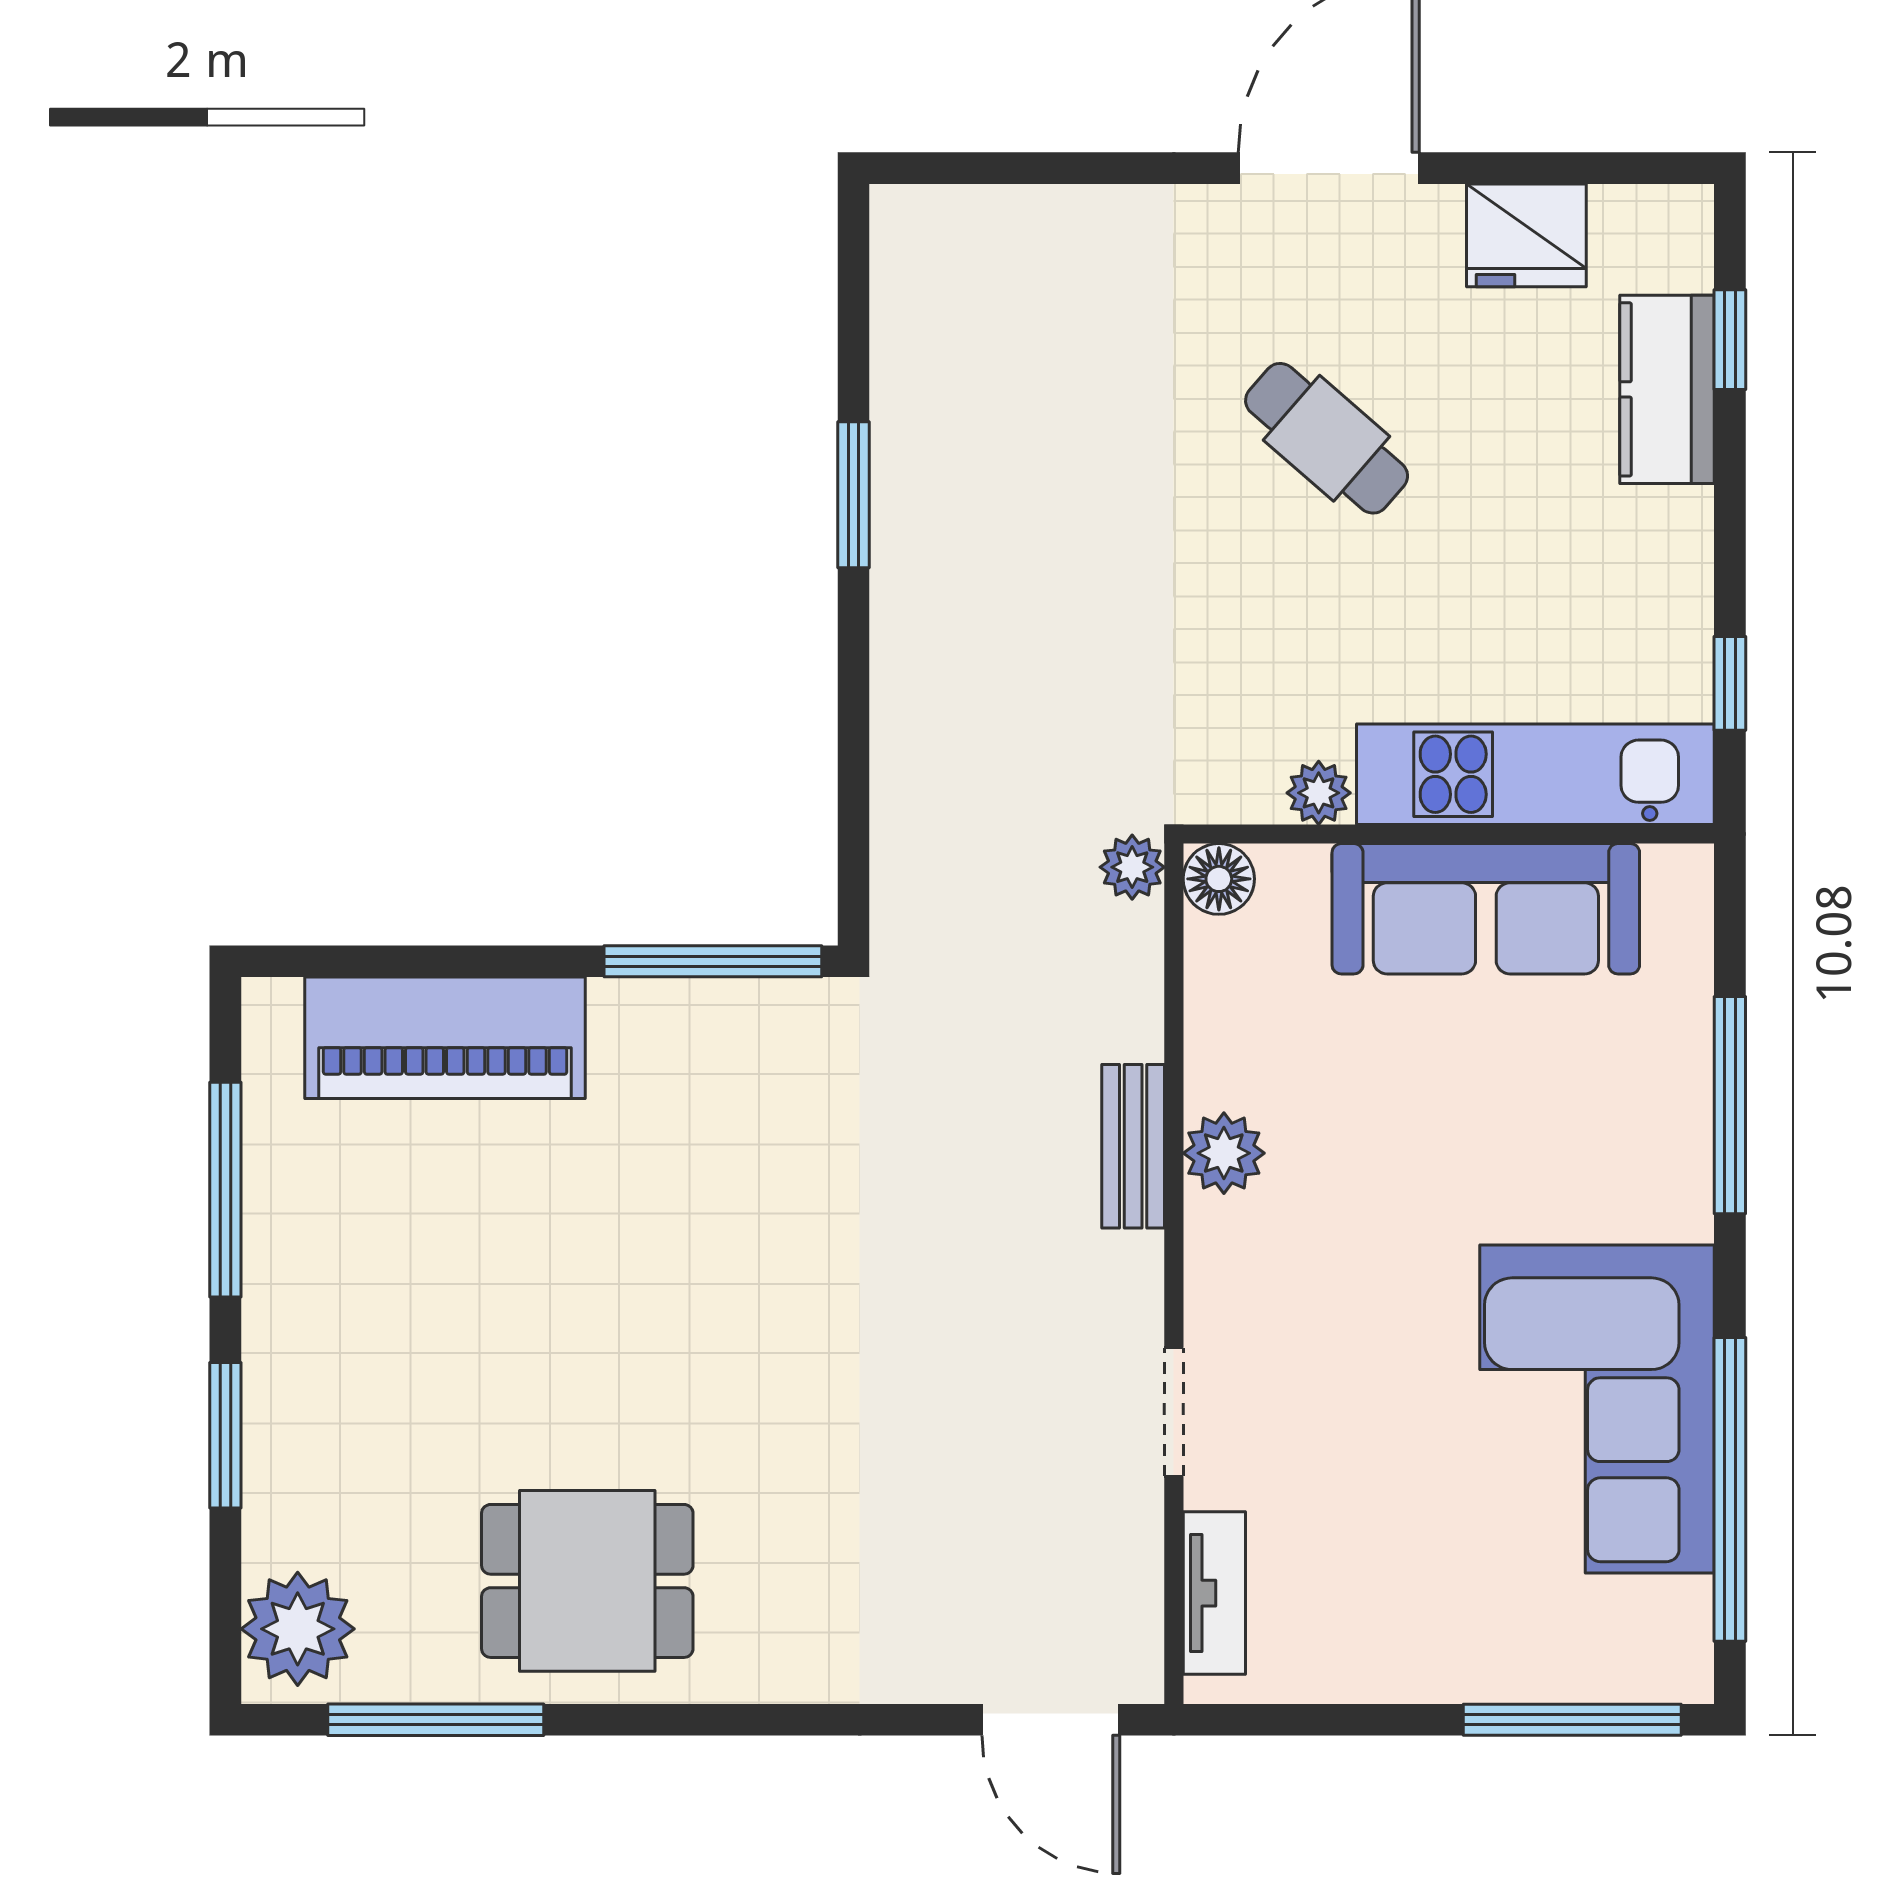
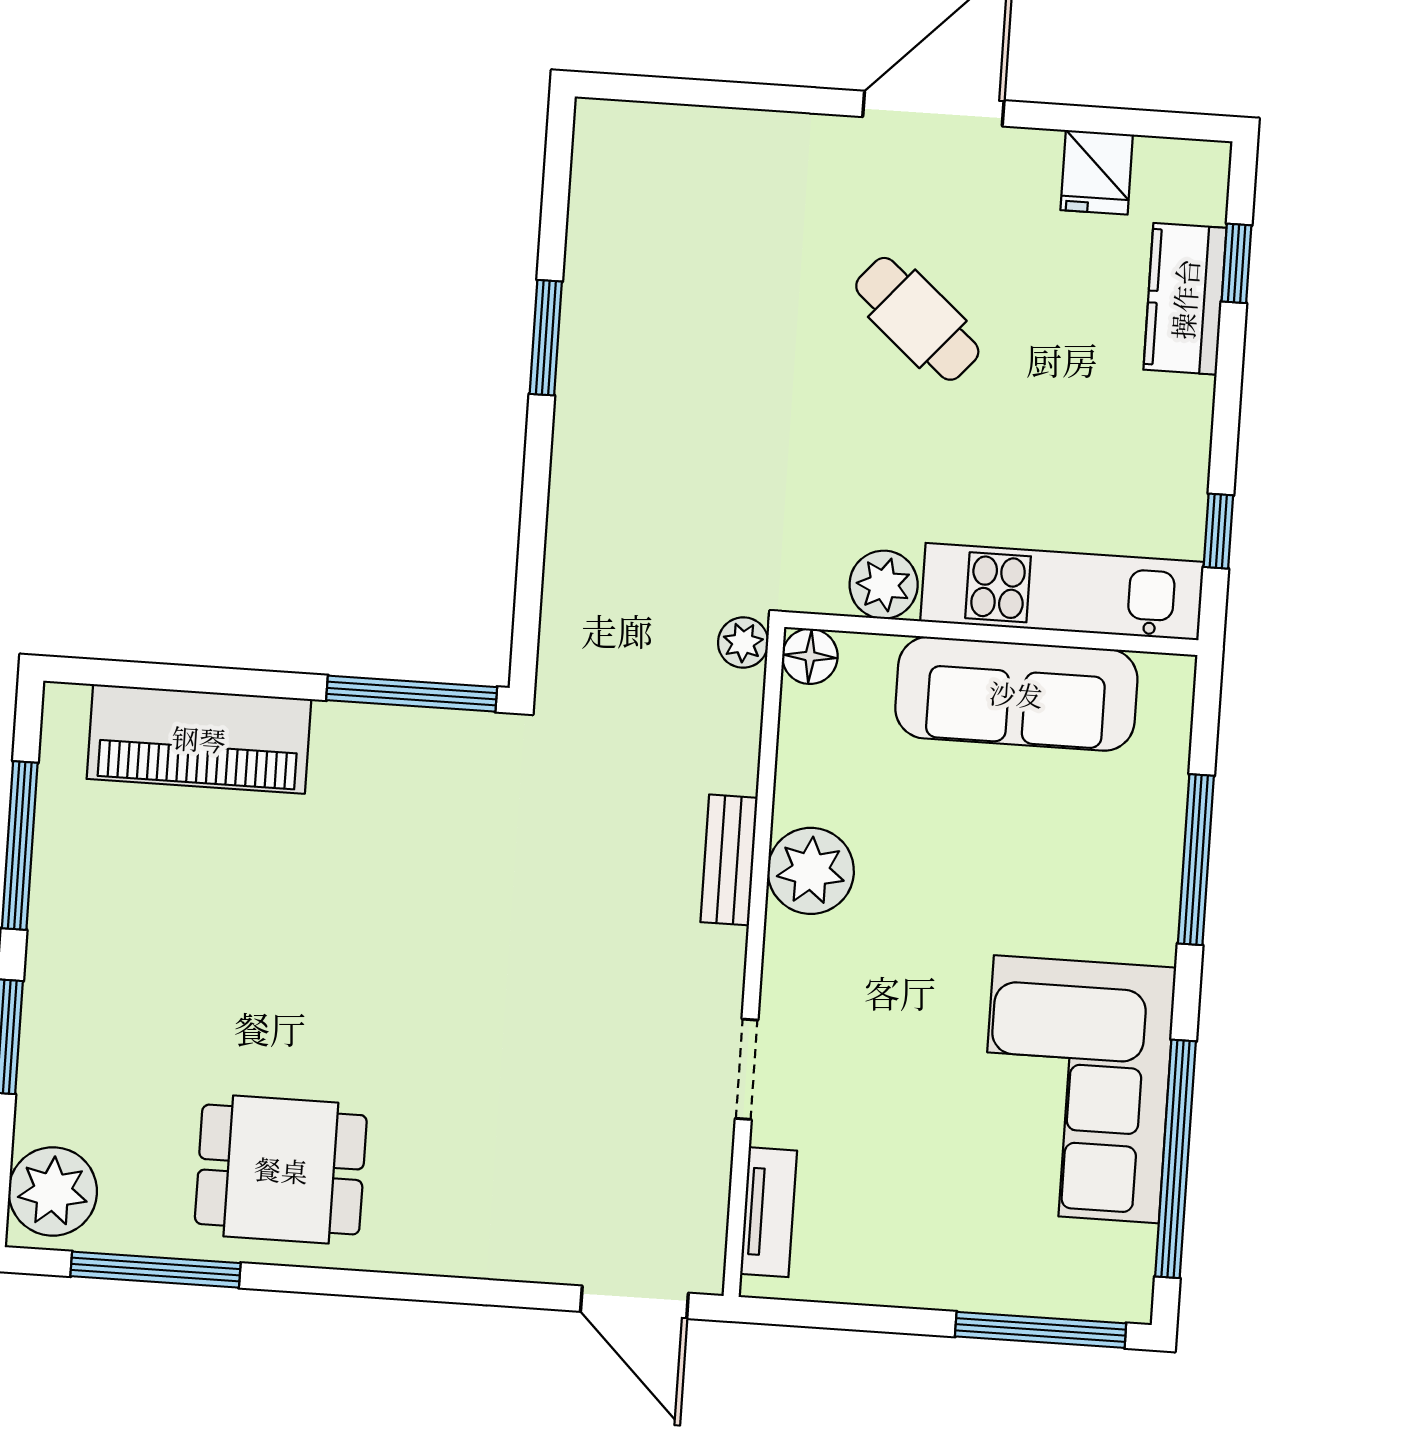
fridge: (1526, 235) -> (1097, 172), width x0.72
plant: (1319, 793) -> (884, 585), width x1.38, depth x1.38
plant: (1224, 1153) -> (811, 871), width x1.36, depth x1.36

